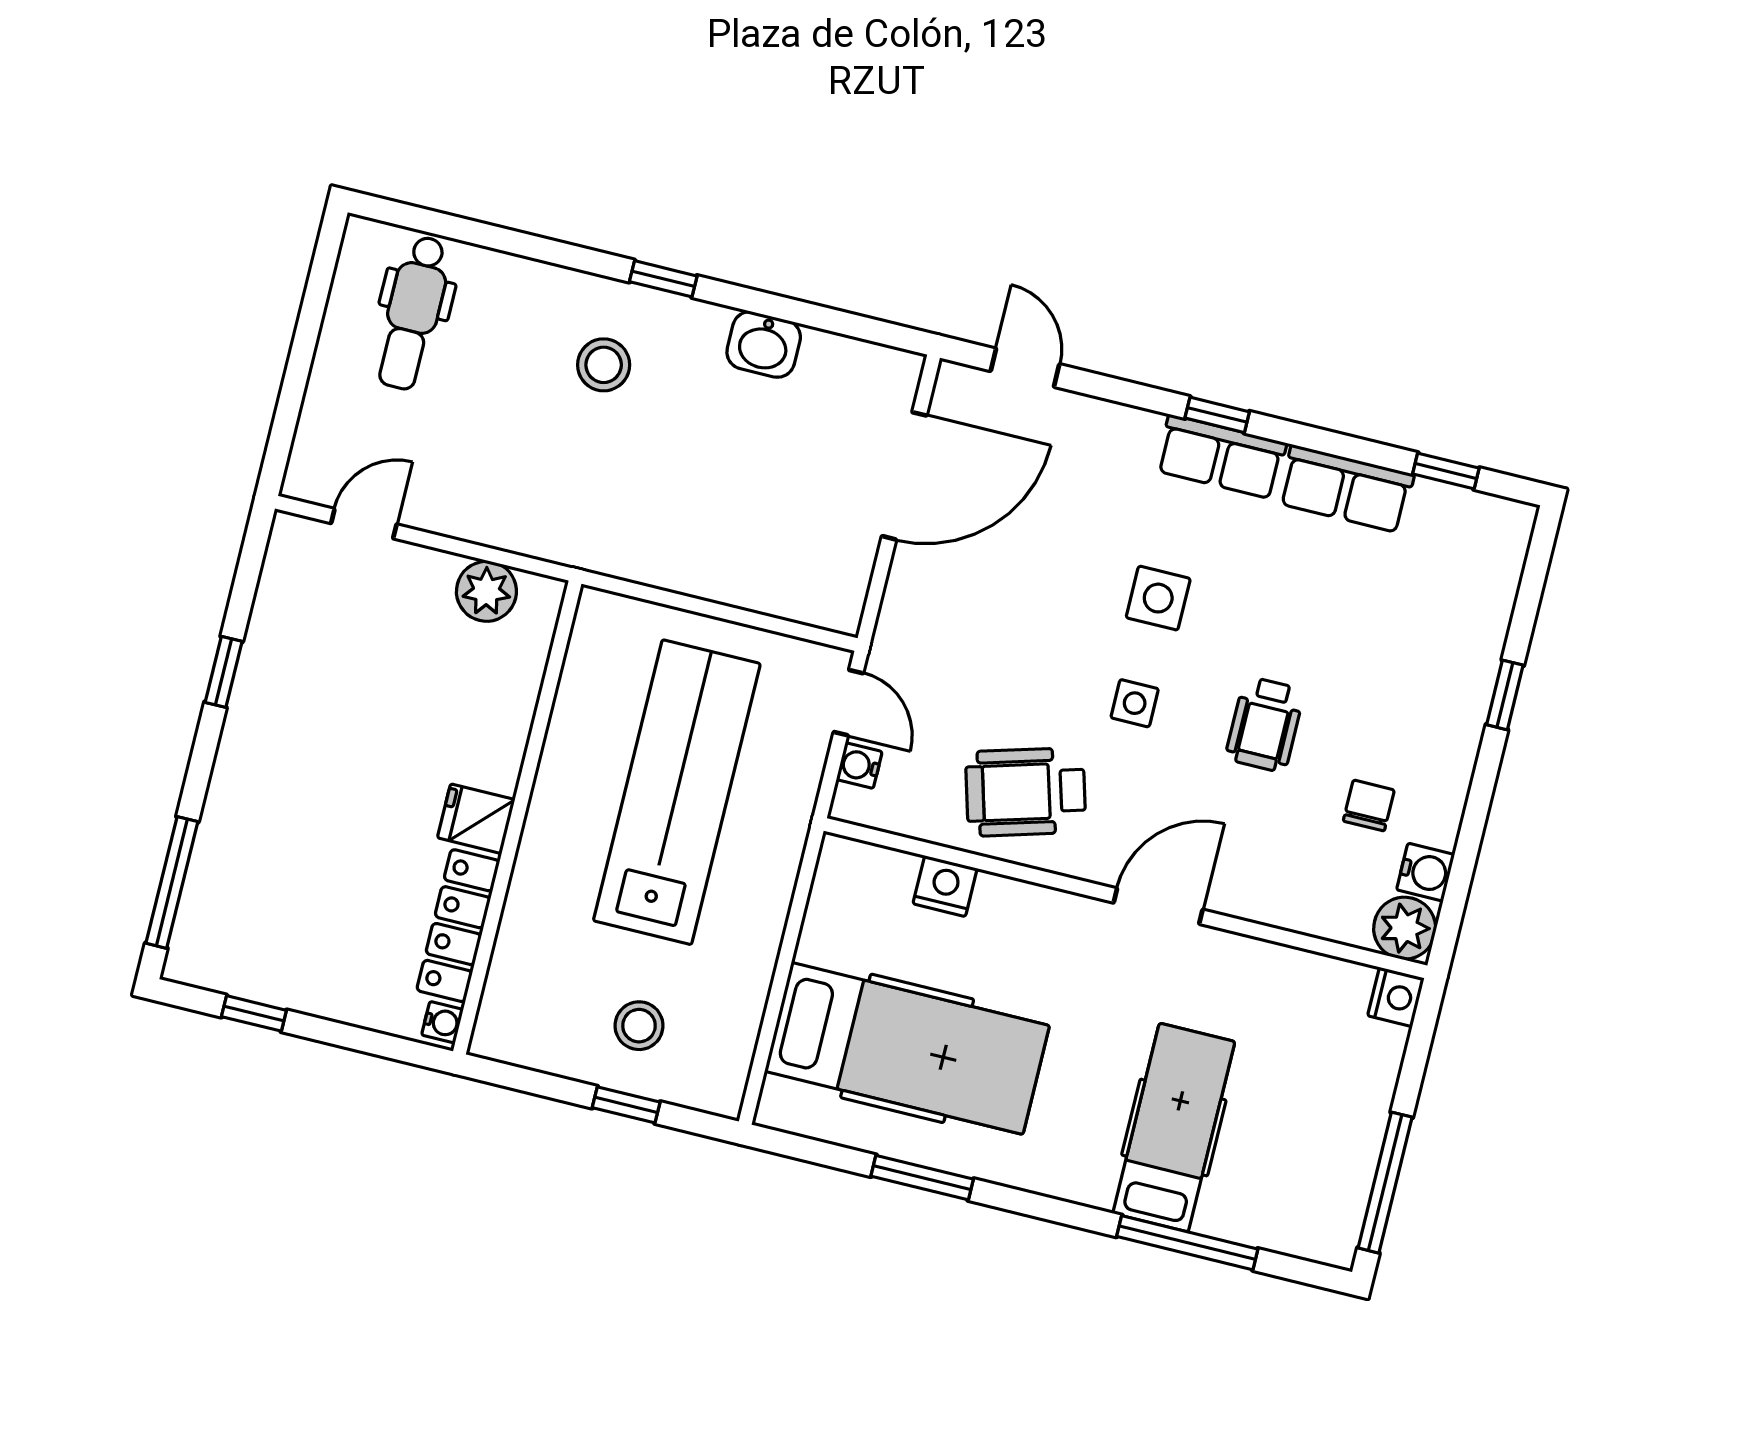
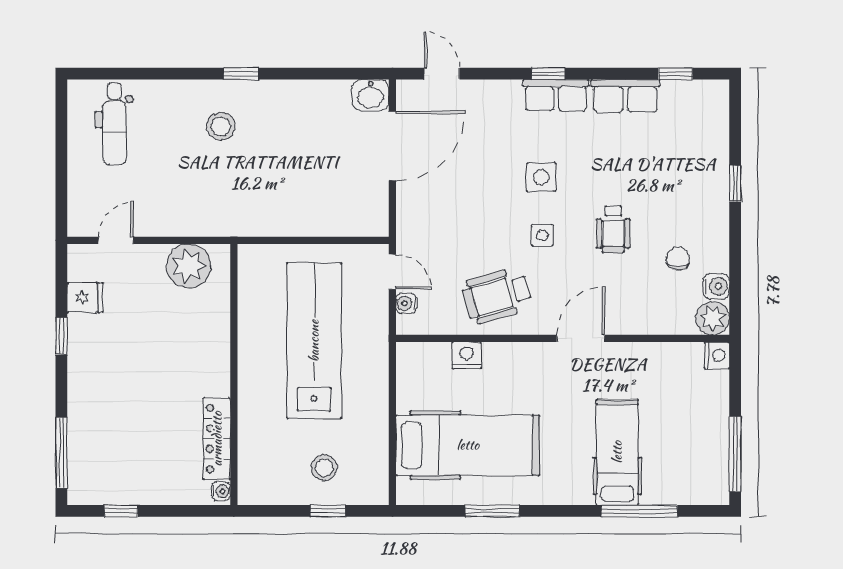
washbasin: (764, 344) -> (370, 95), moved
plant: (486, 591) -> (189, 266), width x1.36, depth x1.36
fridge: (476, 819) -> (85, 298), moved, turned 180

